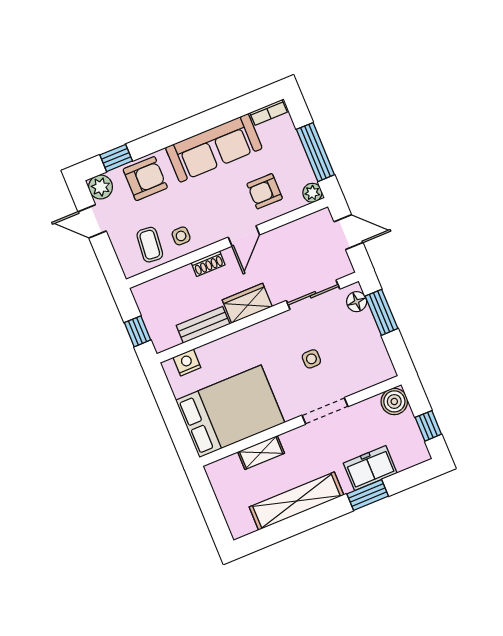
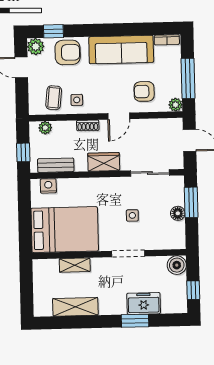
plant: (154, 288) -> (45, 128), added
floor lamp: (357, 302) -> (178, 213), moved
bench: (203, 325) -> (56, 165), moved
shelving: (296, 501) -> (75, 307), width x0.68

